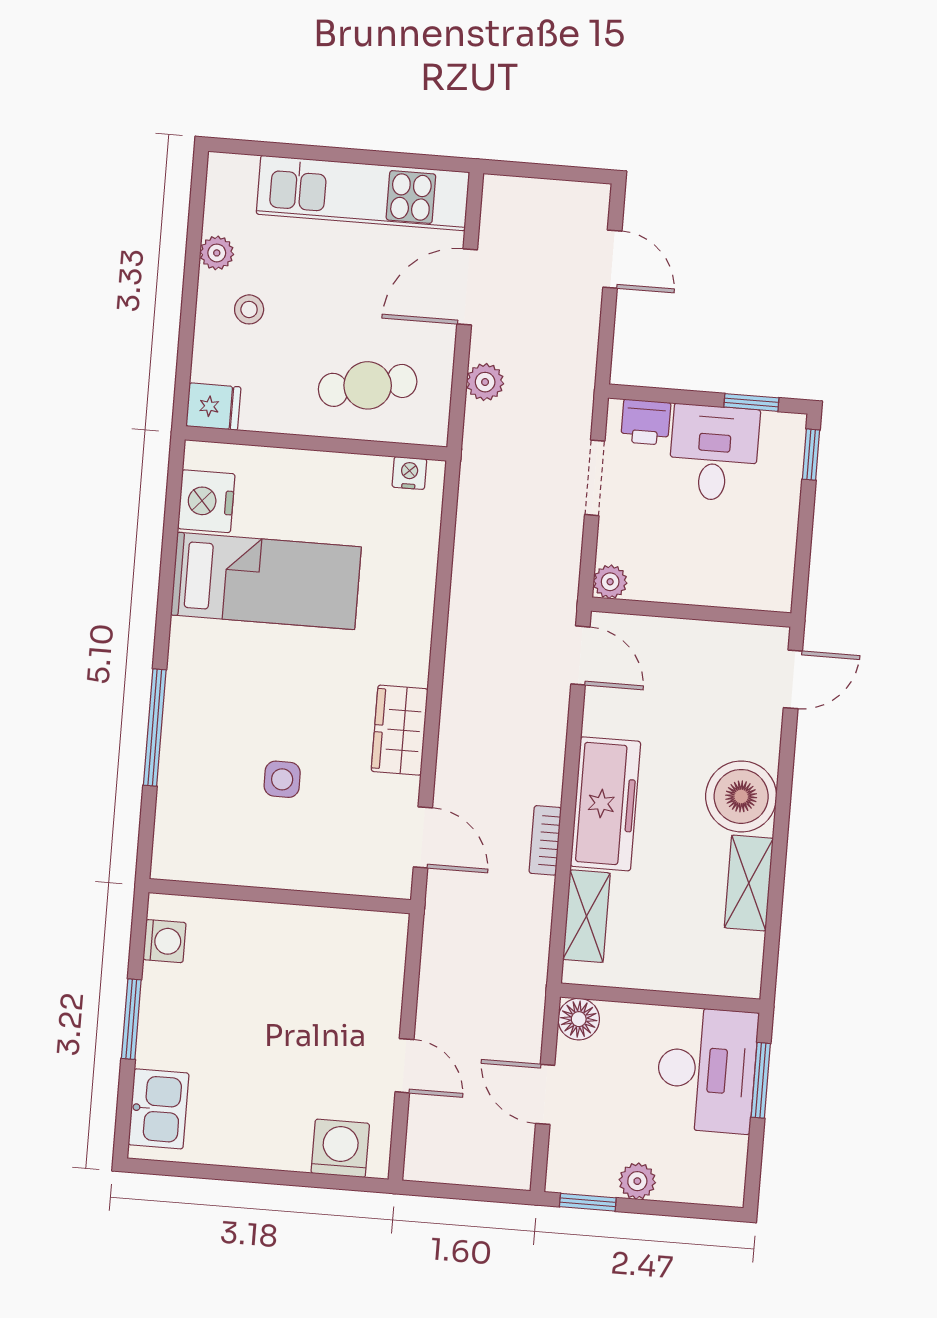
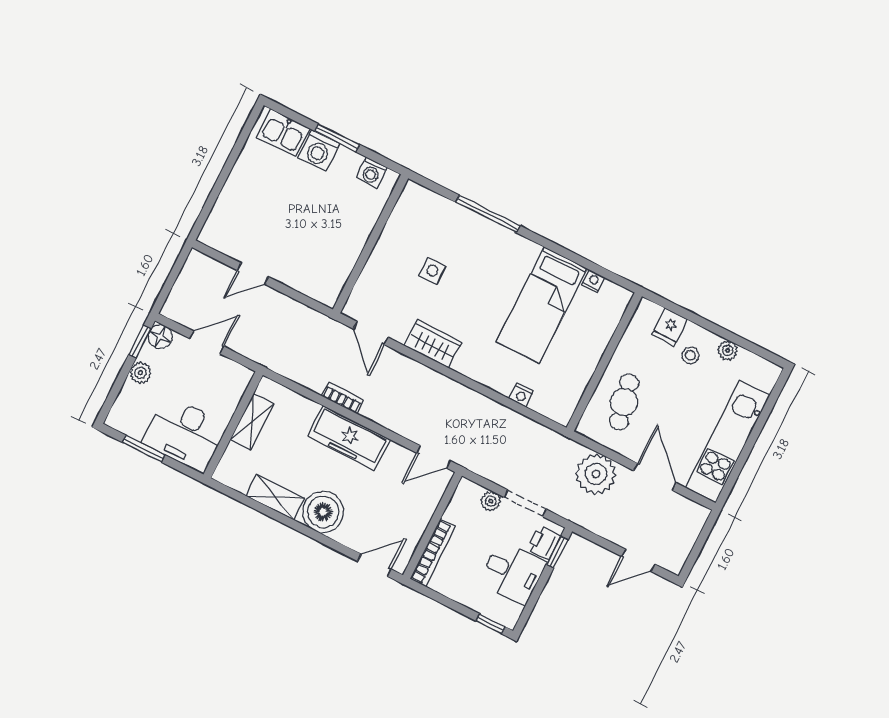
plant: (485, 382) -> (596, 474), width x1.87, depth x1.87
window: (751, 402) -> (557, 552), moved
fridge: (213, 407) -> (670, 327), moved
nightstand: (409, 473) -> (521, 395), moved, turned 90
nightstand: (206, 501) -> (593, 281), width x0.53, depth x0.56
plant: (610, 582) -> (491, 501), moved
bookcase: (734, 594) -> (433, 553), added
door: (793, 679) -> (374, 565), swing flipped
door: (423, 837) -> (371, 333), hinge flipped
shelving: (586, 916) -> (252, 422), moved, turned 90
floor lamp: (579, 1019) -> (160, 337), moved
window: (761, 1080) -> (144, 449), moved
washing machine: (340, 1148) -> (319, 150), moved, turned 90

